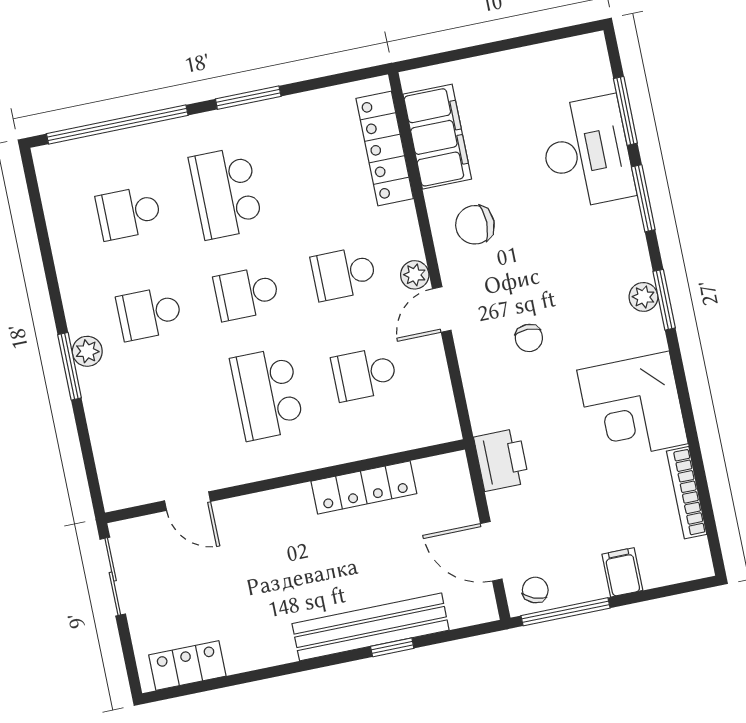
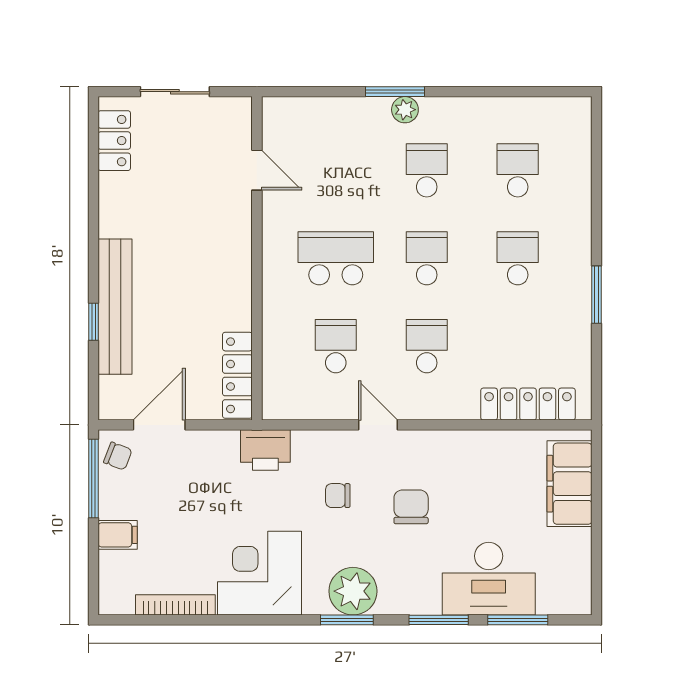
window: (117, 125) -> (596, 176), removed
filing cabinet: (437, 137) -> (569, 484), moved, turned 90
school desk: (226, 193) -> (518, 258), width x0.54
chair: (475, 225) -> (411, 507), moved
plant: (415, 275) -> (413, 408), removed
plant: (643, 297) -> (353, 591), width x1.87, depth x1.87
printer: (502, 460) -> (265, 450), moved
locker: (364, 487) -> (237, 375), moved
door: (188, 501) -> (257, 170), swing flipped
sliding door: (113, 577) -> (175, 92), moved

